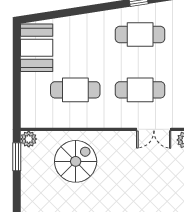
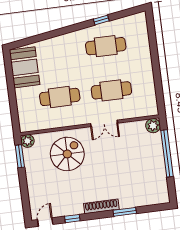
double door: (154, 129) -> (104, 123), moved

